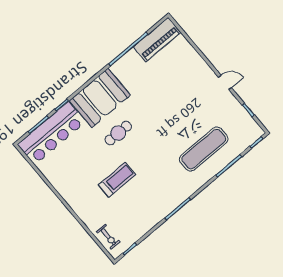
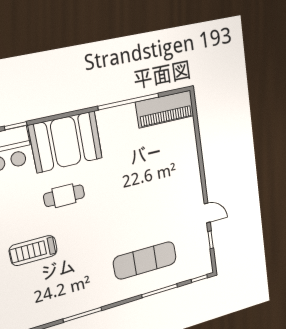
door: (225, 82) -> (207, 213), moved
treadmill: (117, 180) -> (33, 251), turned 180

